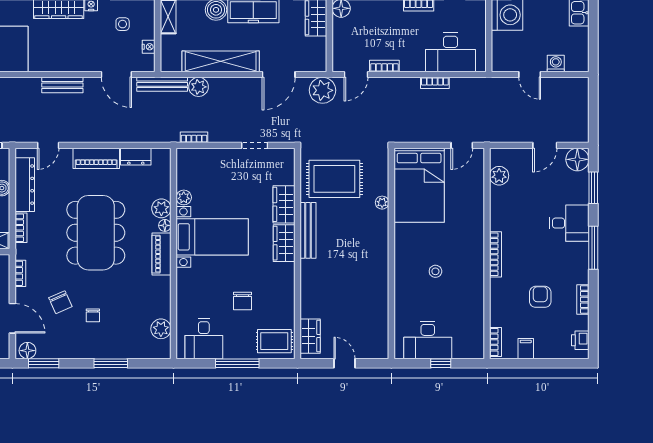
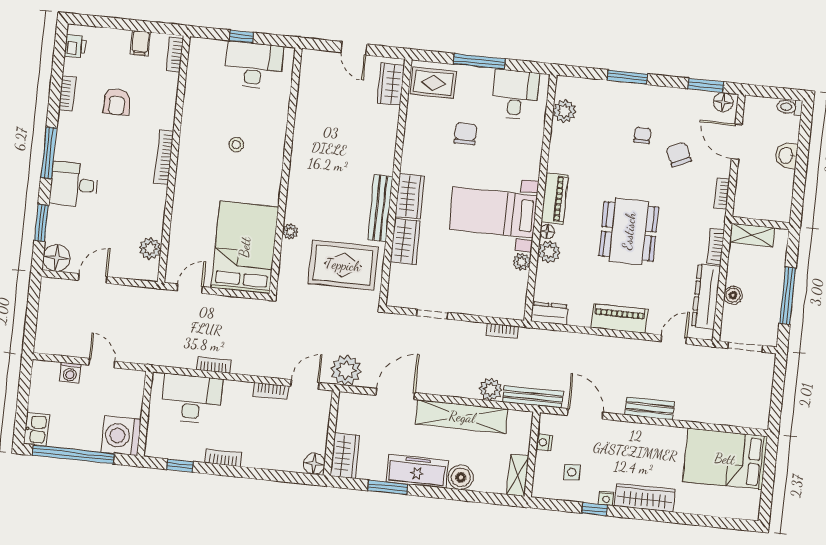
dresser: (136, 157) -> (549, 313), moved
dining table: (96, 233) -> (629, 231), width x0.73, depth x0.80

